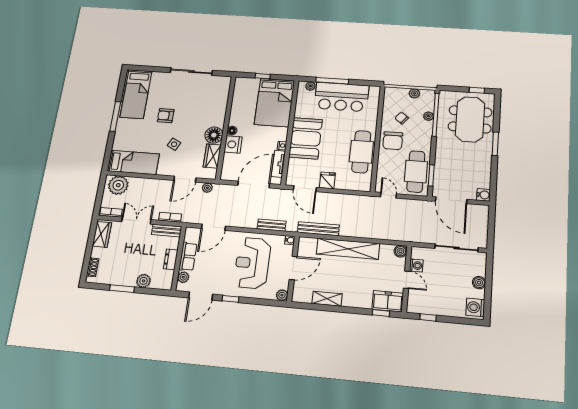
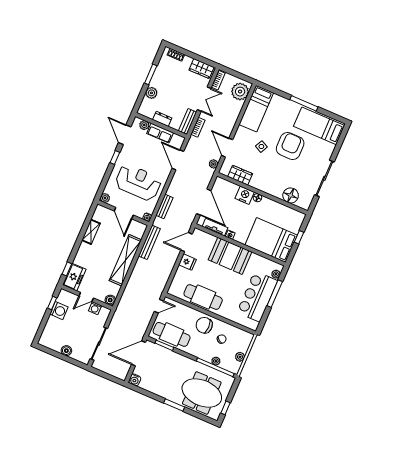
armchair: (166, 116) -> (290, 146), width x1.88, depth x1.88
floor lamp: (214, 135) -> (291, 195), moved
washing machine: (475, 307) -> (59, 311), moved, turned 90

